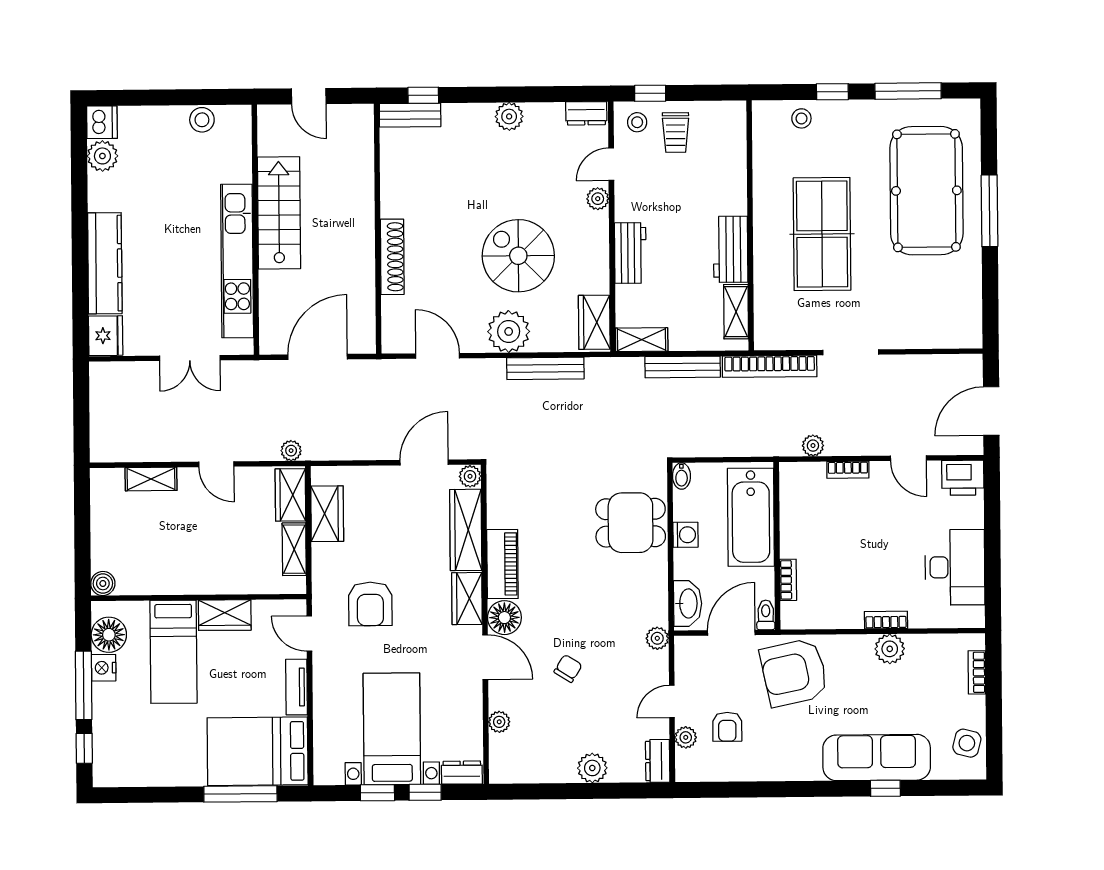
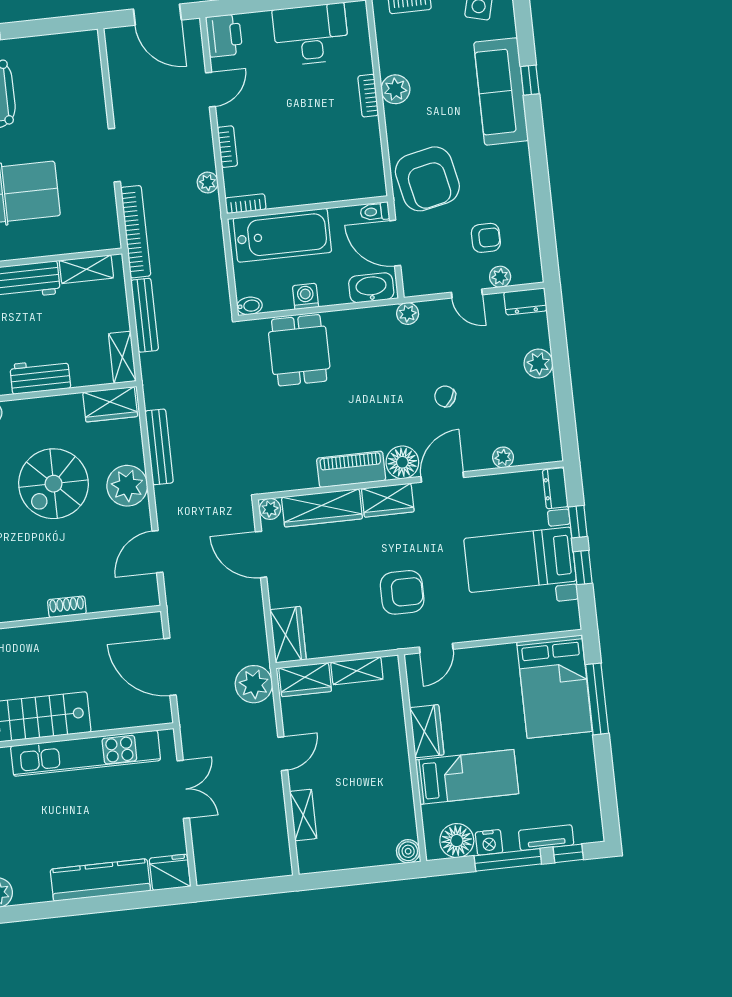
shoe rack: (392, 257) -> (67, 607), width x0.51, depth x0.81
plant: (291, 451) -> (254, 684), width x1.88, depth x1.88
wardrobe: (327, 514) -> (288, 635), moved, turned 90
bookcase: (788, 580) -> (246, 204), moved
tv unit: (297, 687) -> (546, 838), moved, turned 180

